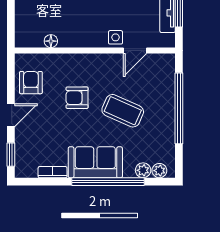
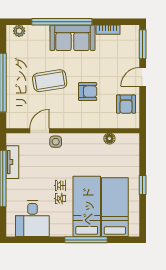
coffee table: (123, 111) -> (50, 81), turned -33
window: (11, 155) -> (143, 44), width x1.50
plant: (143, 170) -> (33, 31), removed

